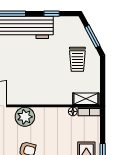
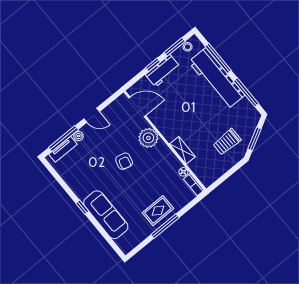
window: (52, 14) -> (246, 92), width x2.17
shelving: (86, 99) -> (182, 150), moved

